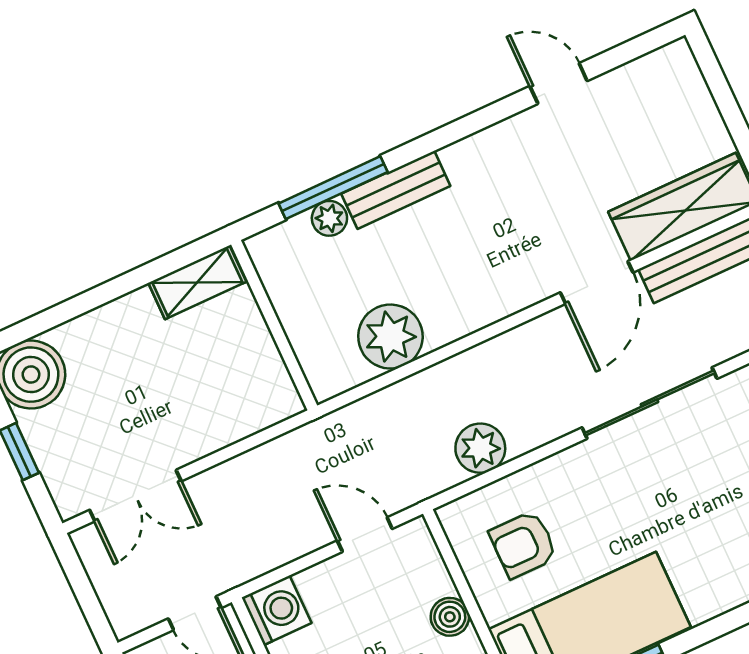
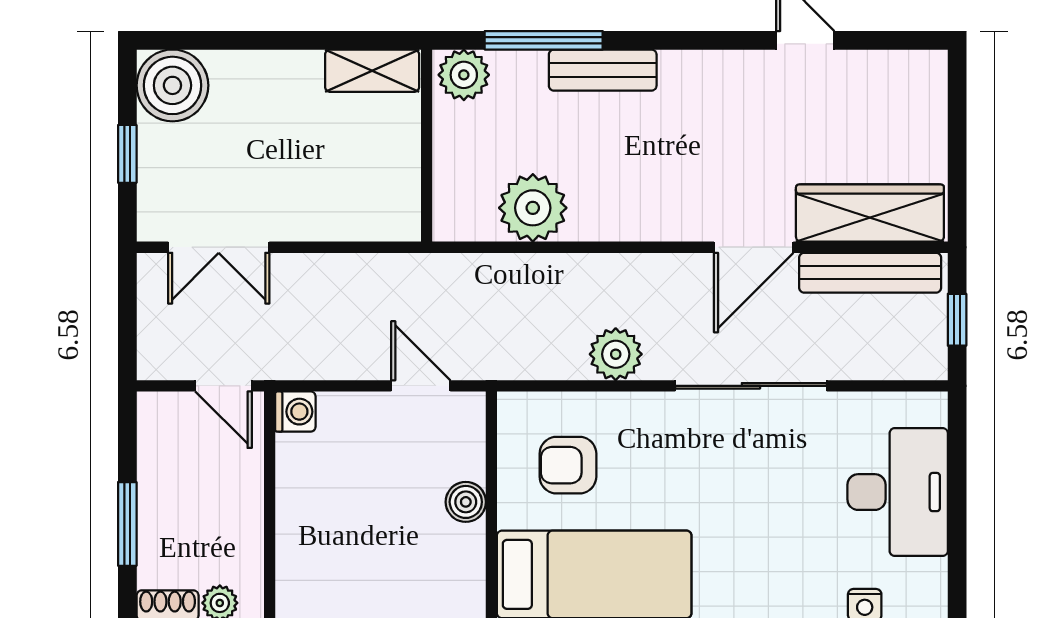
plant: (329, 218) -> (464, 75), moved, width x1.38, depth x1.38
plant: (480, 448) -> (616, 354), moved
washing machine: (277, 610) -> (295, 412), width x0.73, depth x0.73

